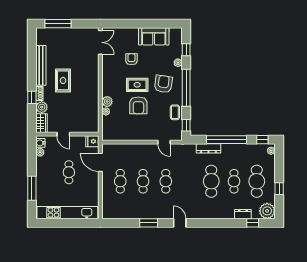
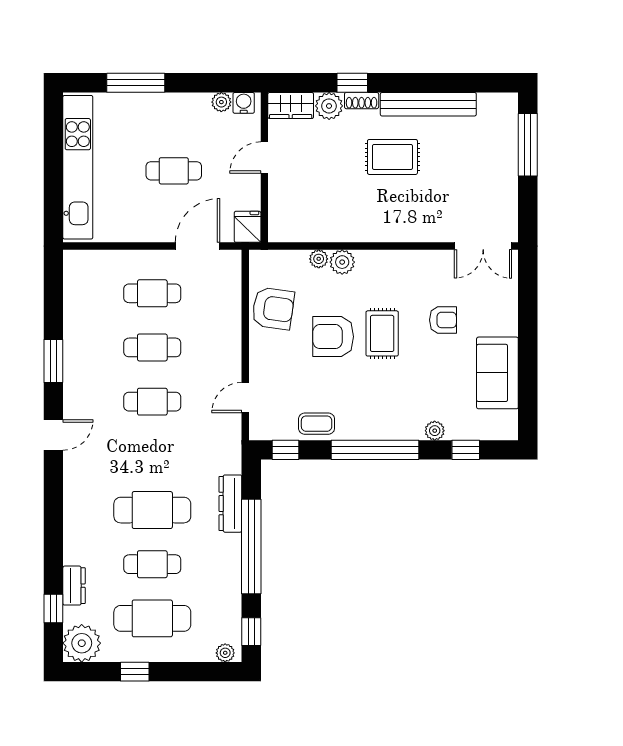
armchair: (163, 84) -> (273, 308), moved

